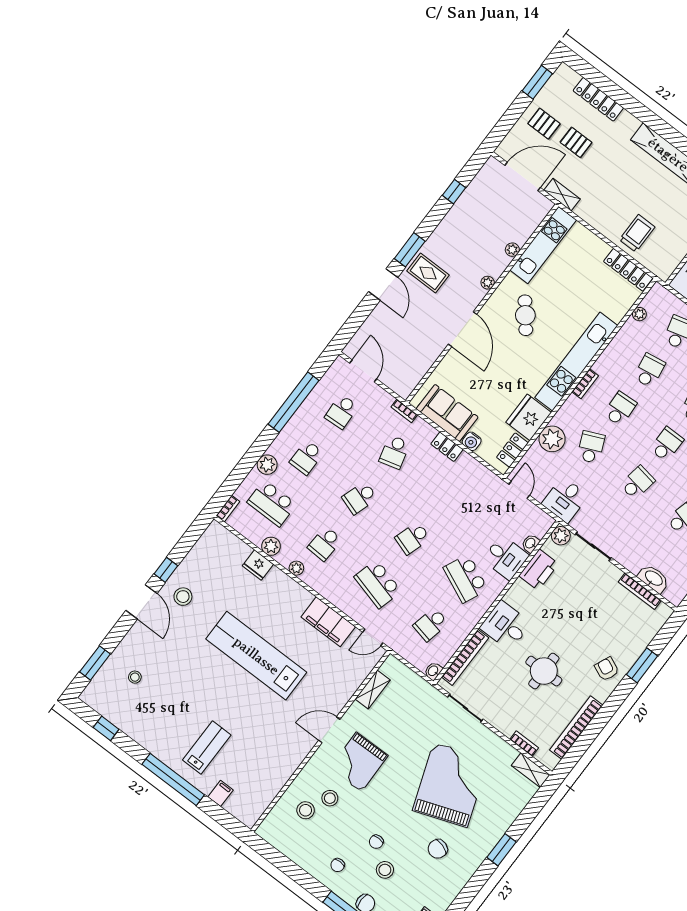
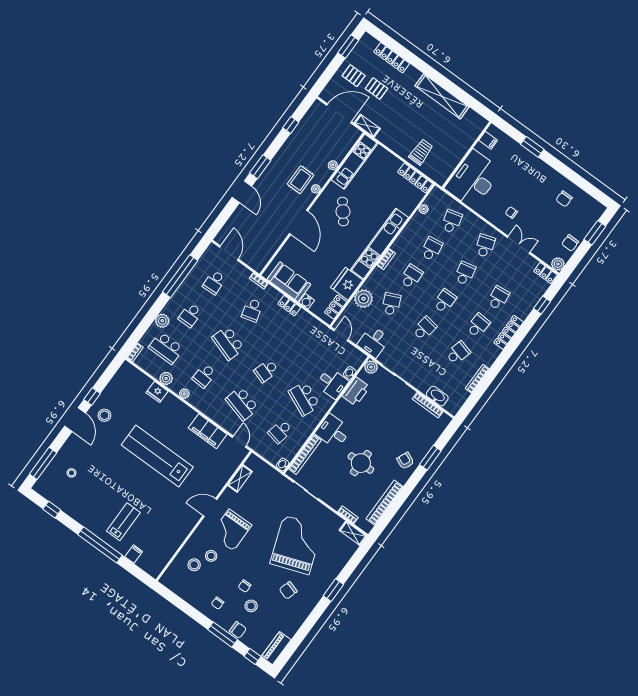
rug: (428, 273) -> (300, 180), moved, turned 90
school desk: (360, 498) -> (228, 343), width x1.85
door: (373, 637) -> (239, 442), swing flipped
window: (95, 663) -> (43, 463), width x1.44

